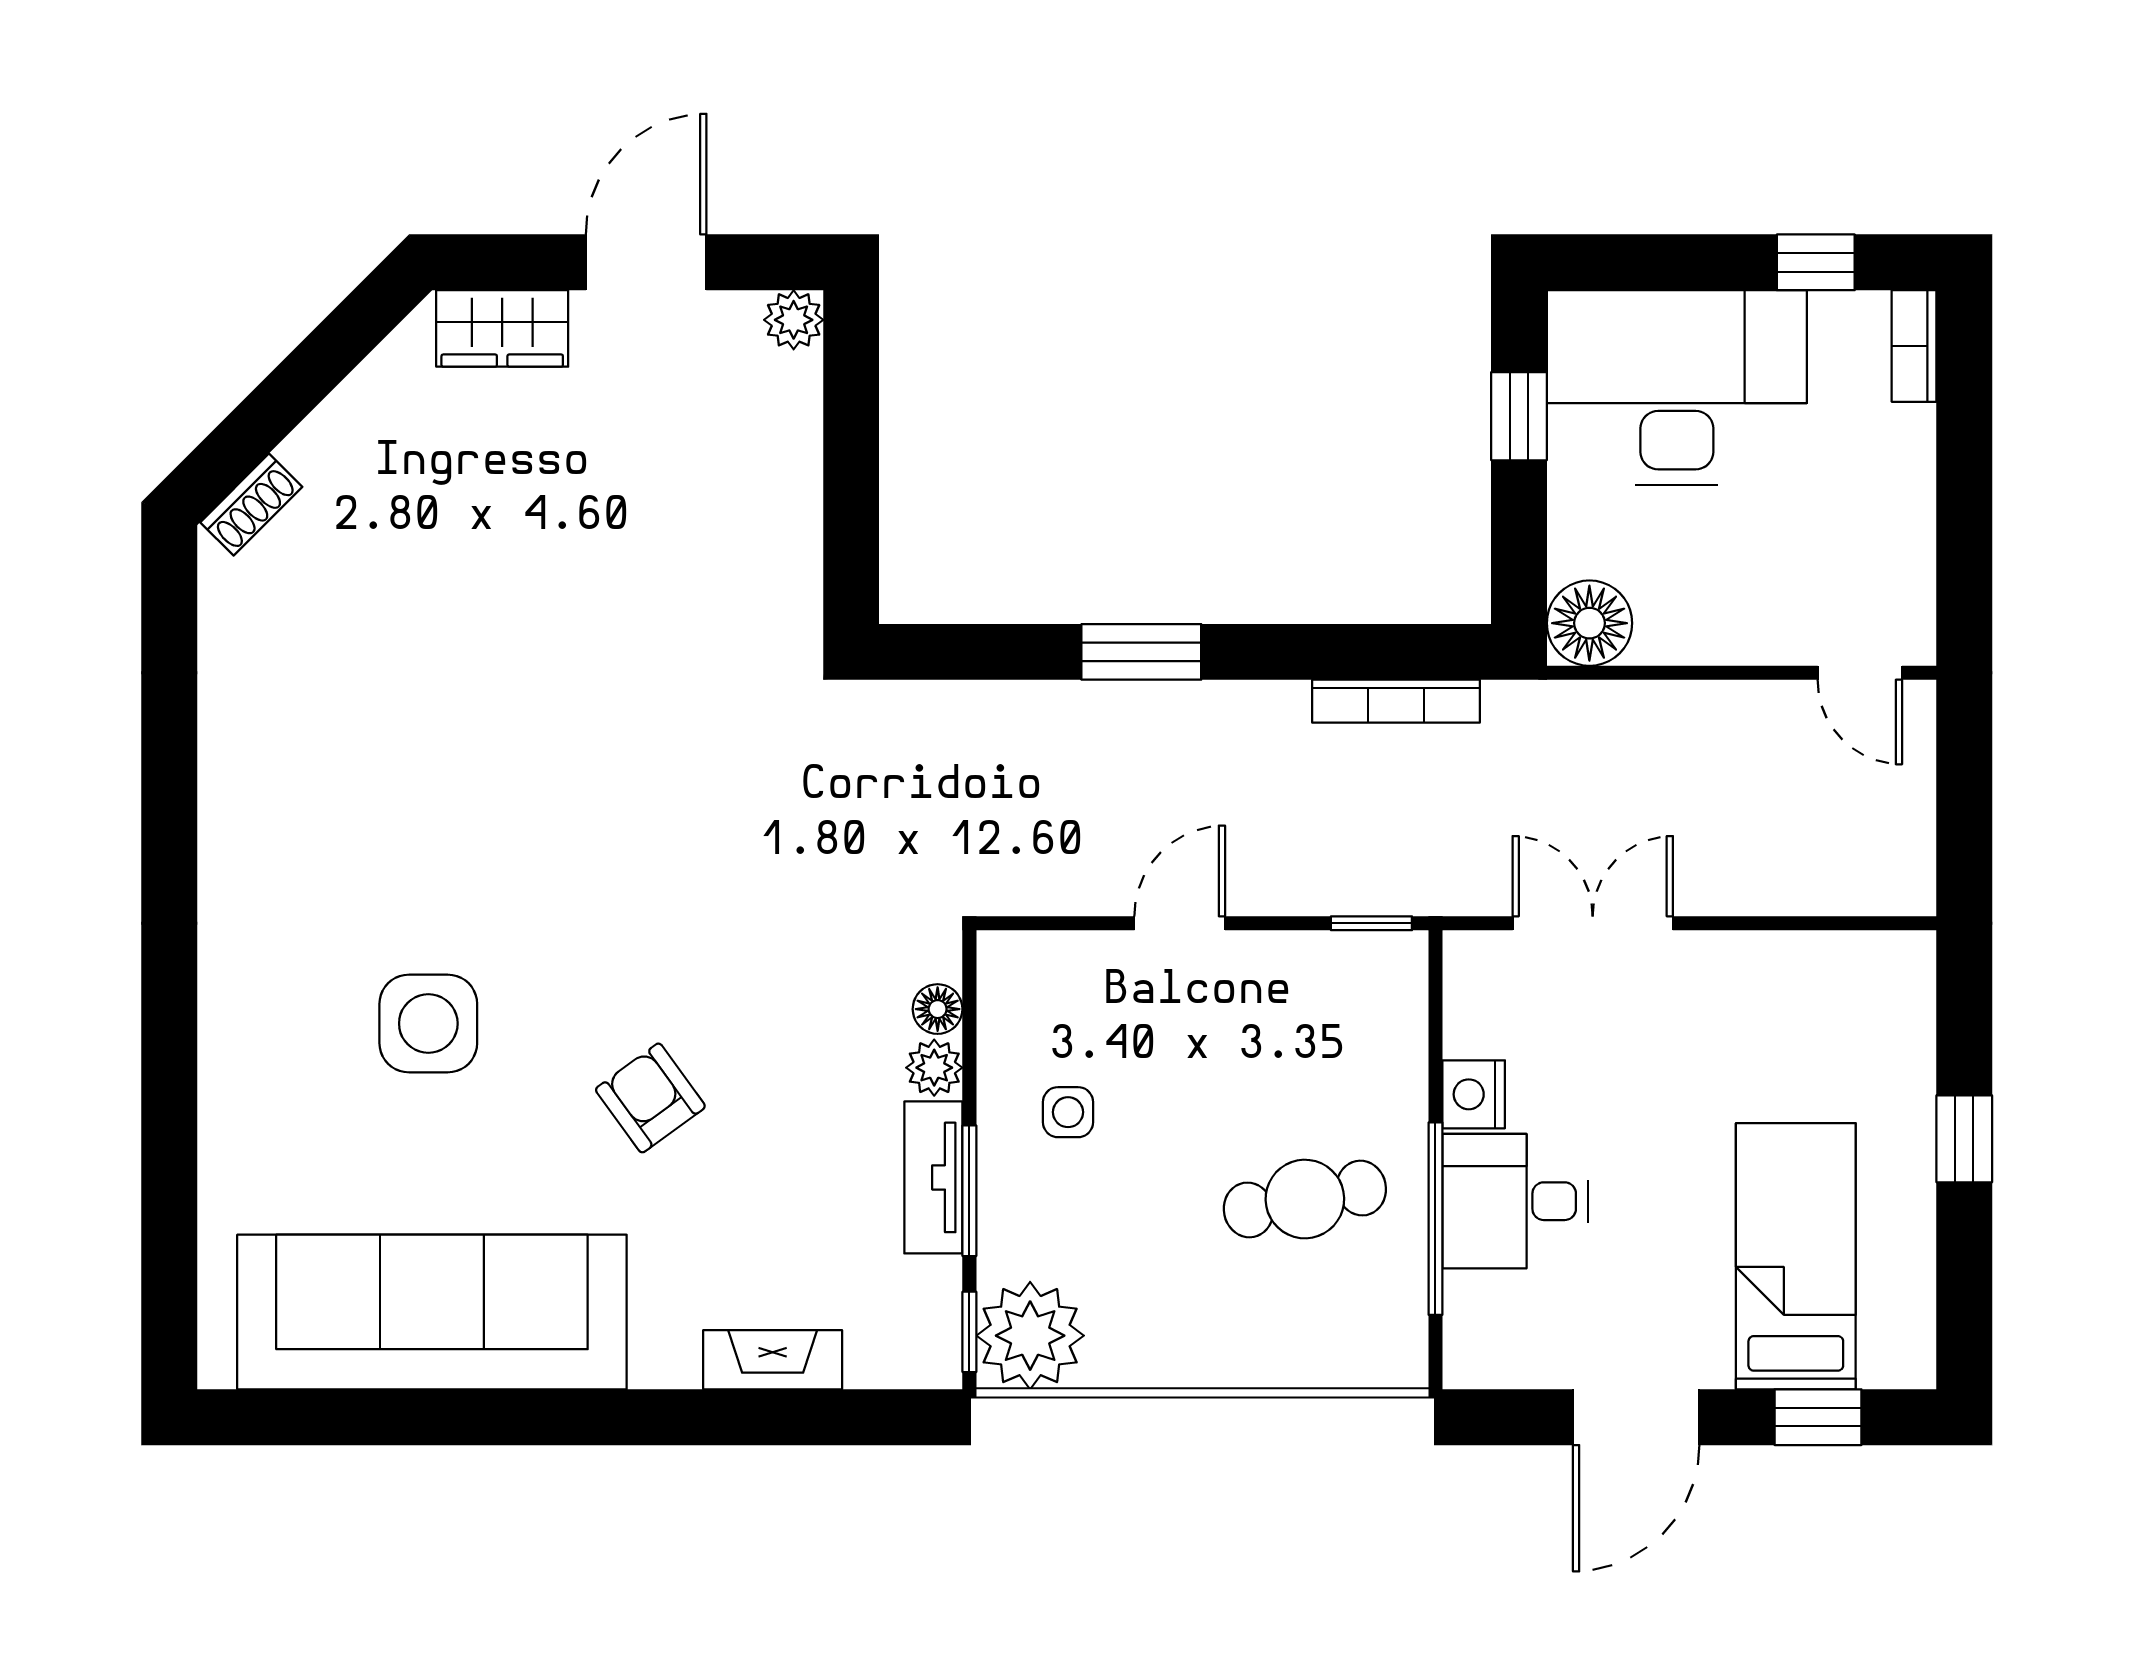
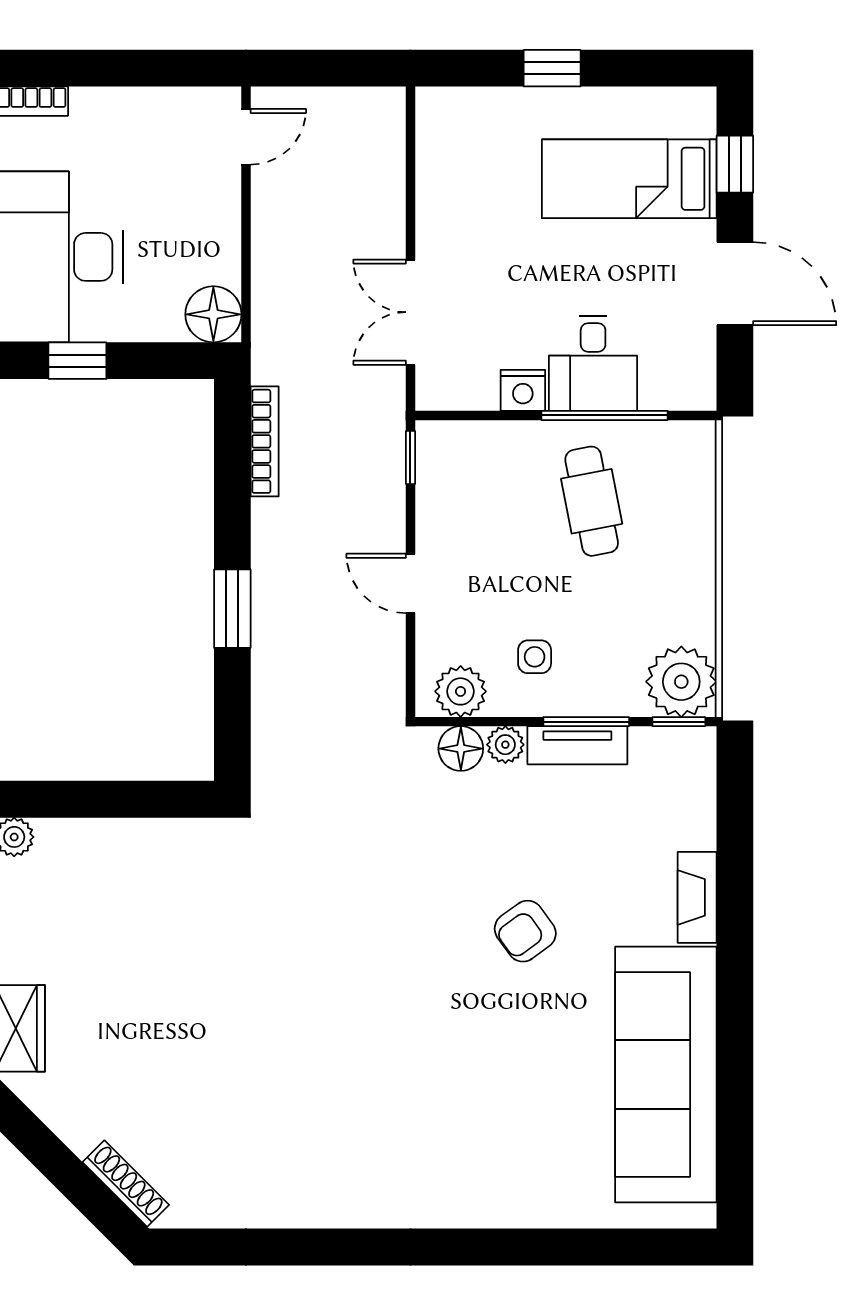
shoe rack: (251, 505) -> (126, 1184), width x1.43
plant: (1015, 999) -> (461, 691), added
floor lamp: (938, 1009) -> (461, 749), width x1.37, depth x1.37
side table: (428, 1023) -> (476, 1077), removed
fireplace: (773, 1360) -> (697, 897), moved

